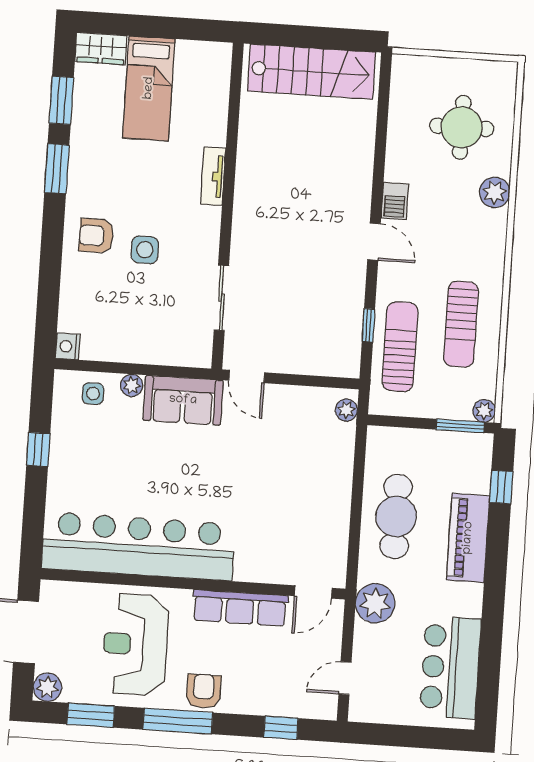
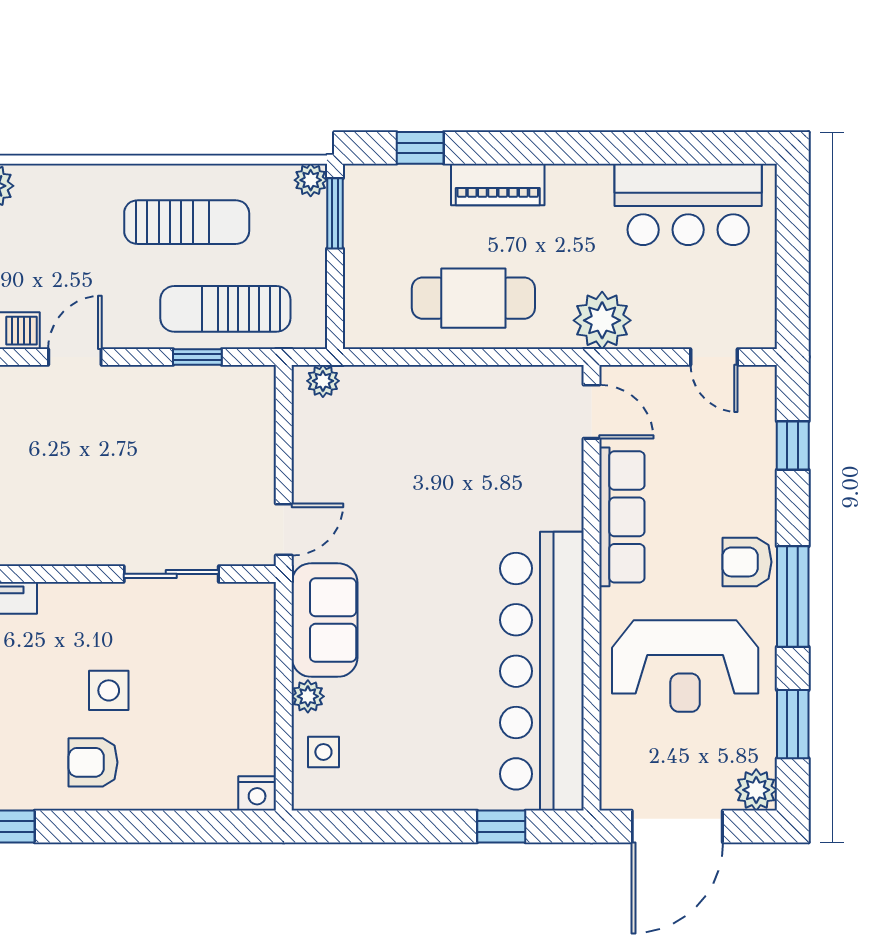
armchair: (96, 236) -> (93, 762), turned 90
window: (38, 449) -> (501, 827), moved
piano: (468, 538) -> (498, 184), width x0.73, depth x0.75

